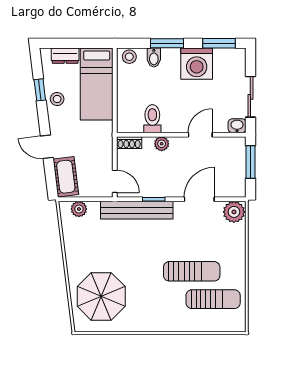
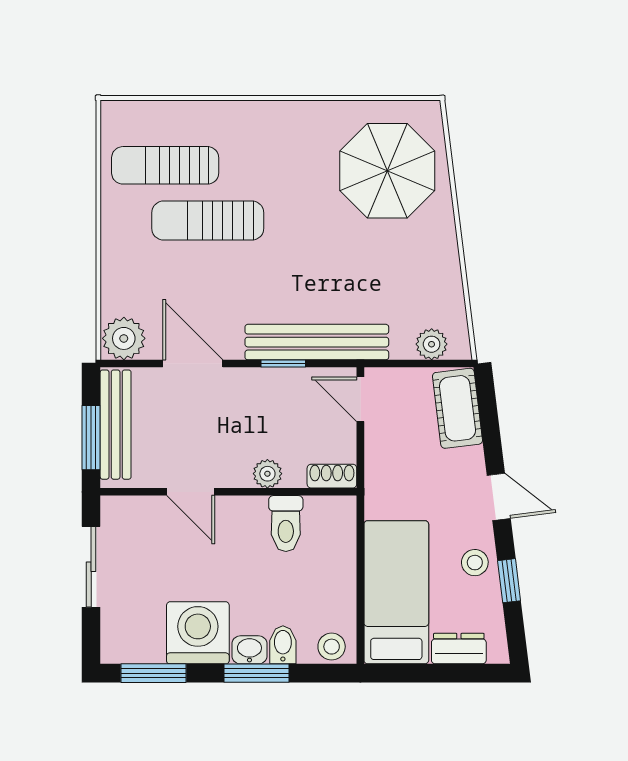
washbasin: (237, 126) -> (249, 650), moved, turned 180
door: (200, 135) -> (191, 492), hinge flipped
door: (47, 147) -> (499, 497), moved
bench: (238, 169) -> (116, 425), added
door: (199, 199) -> (193, 364), swing flipped

